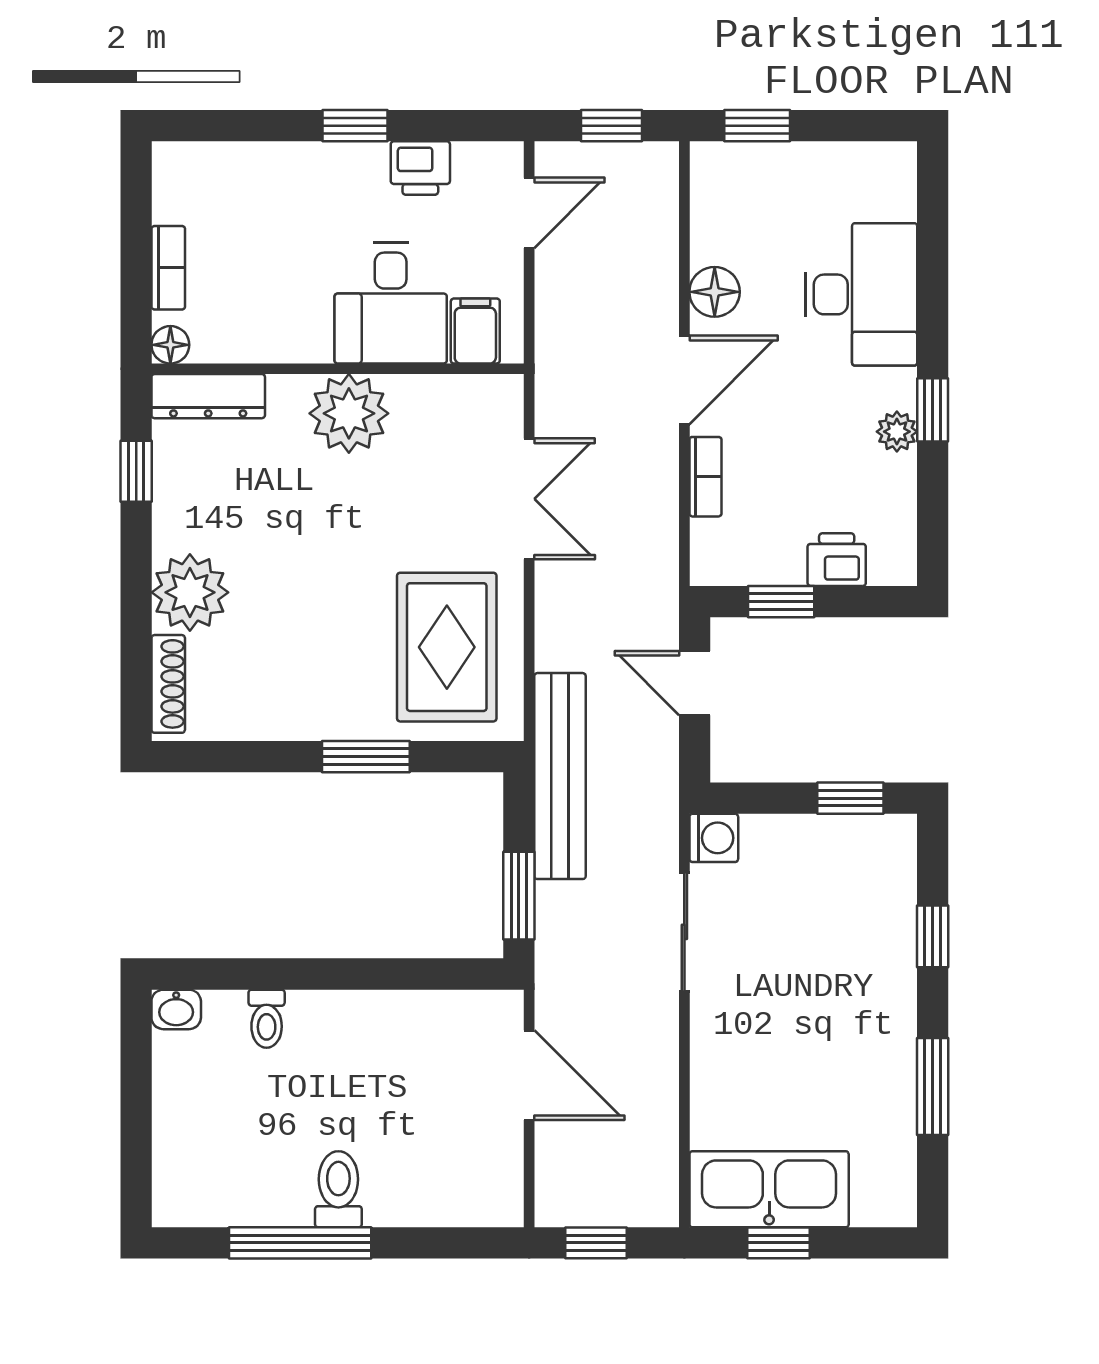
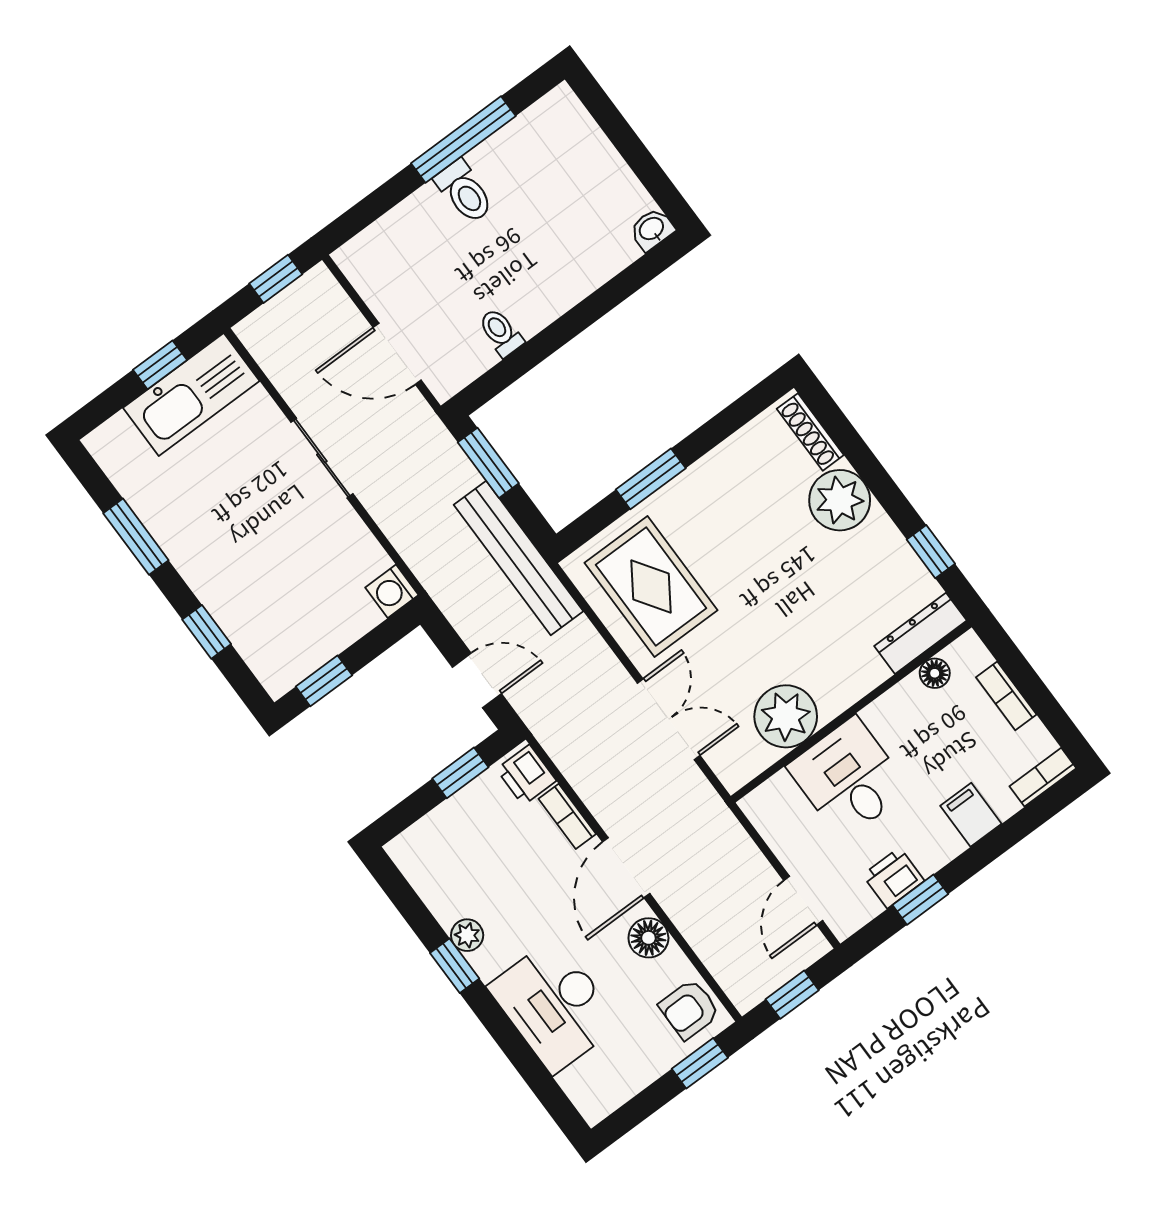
window: (355, 126) -> (920, 900), moved
bookcase: (192, 158) -> (1043, 777), added
armchair: (727, 189) -> (689, 1009), added
filing cabinet: (475, 331) -> (971, 815), moved, turned 180
floor lamp: (170, 345) -> (935, 673), moved
plant: (349, 413) -> (786, 716), moved
double door: (529, 499) -> (669, 719), swing flipped
printer: (837, 560) -> (526, 775), moved, turned 90
sliding door: (684, 932) -> (322, 458), moved
toilet: (267, 1019) -> (501, 332), moved

